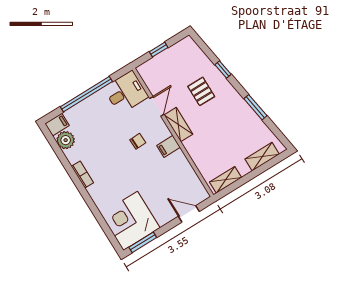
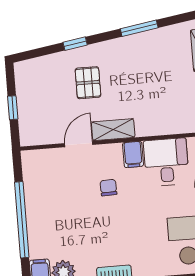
pallet: (201, 91) -> (88, 83), turned 90
desk: (126, 92) -> (166, 162), moved
door: (157, 106) -> (79, 144), hinge flipped

